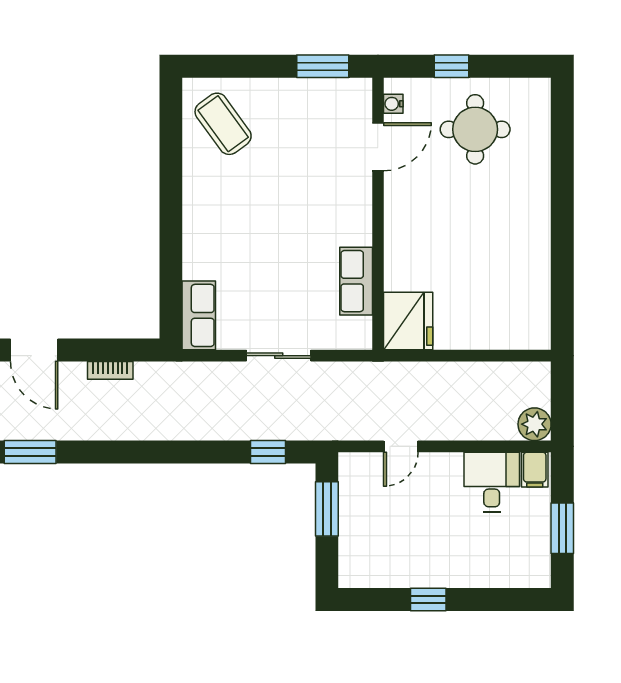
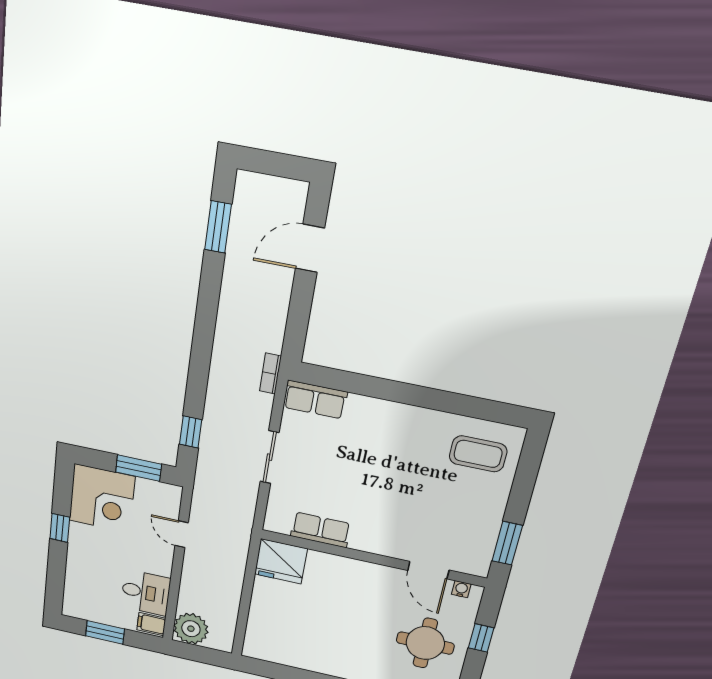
coffee table: (223, 124) -> (478, 454), turned 36
bookcase: (110, 370) -> (270, 373), moved
plant: (535, 424) -> (191, 629), width x1.36, depth x1.36
corner desk: (377, 550) -> (102, 499), added

